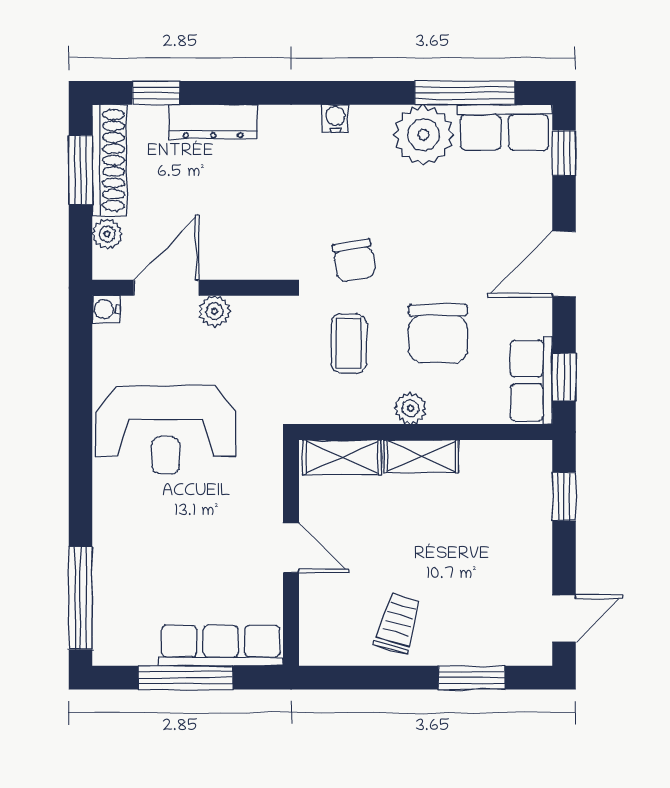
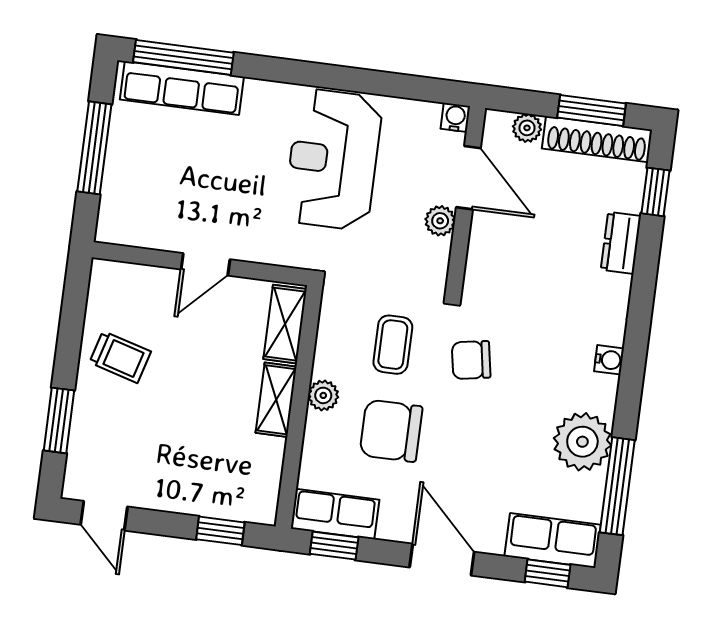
dresser: (213, 122) -> (621, 243), width x0.70
row of seats: (505, 127) -> (553, 541), moved, turned 90
coffee table: (349, 343) -> (393, 345), turned 90
row of seats: (221, 646) -> (182, 88), moved, turned 90

